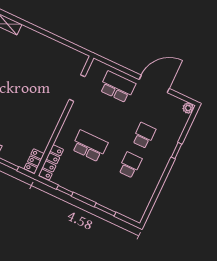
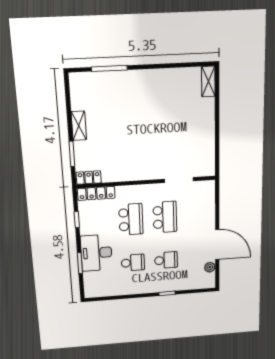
school desk: (117, 87) -> (165, 217), moved
plant: (188, 108) -> (210, 267), moved
desk: (104, 191) -> (96, 253), added

